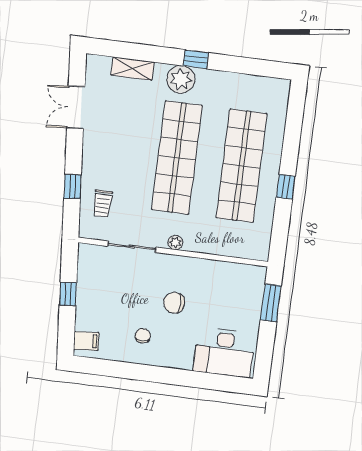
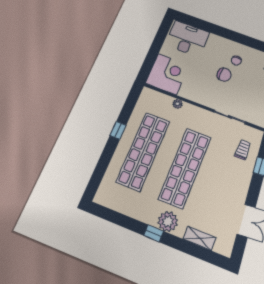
plant: (175, 243) -> (178, 104), moved
corner desk: (239, 289) -> (167, 74), added
chair: (174, 303) -> (224, 75), moved
window: (271, 303) -> (150, 61), removed

